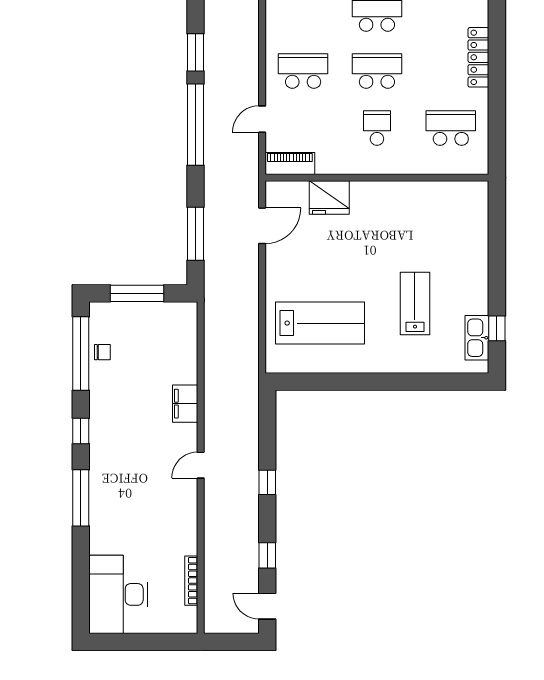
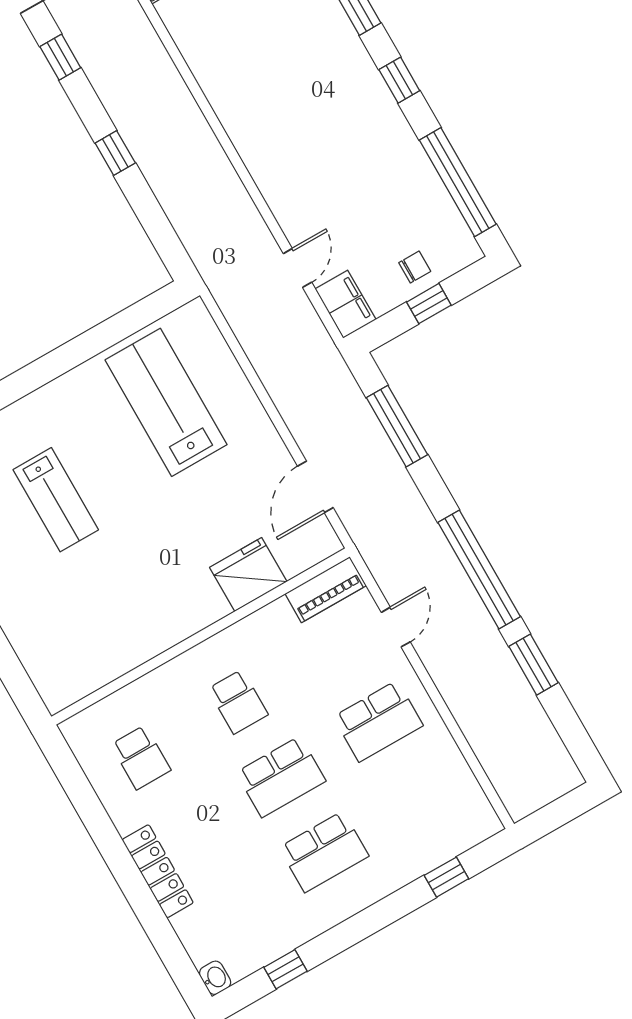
school desk: (451, 128) -> (141, 757), width x0.54
window: (137, 293) -> (429, 304), width x0.46
lab bench: (320, 323) -> (166, 402), turned 90
chair: (102, 352) -> (415, 267), moved, turned 180
filing cabinet: (185, 404) -> (345, 304), moved
door: (201, 465) -> (297, 268), moved

